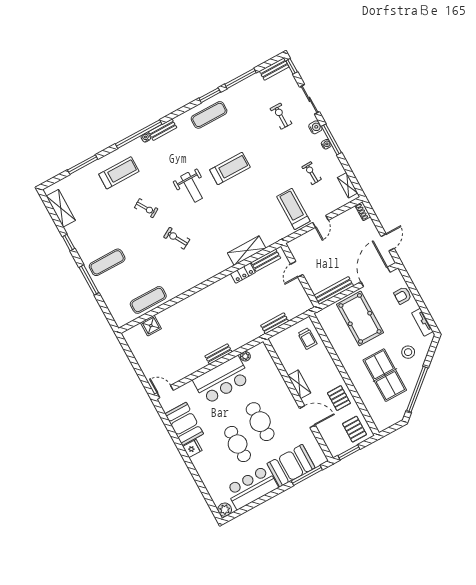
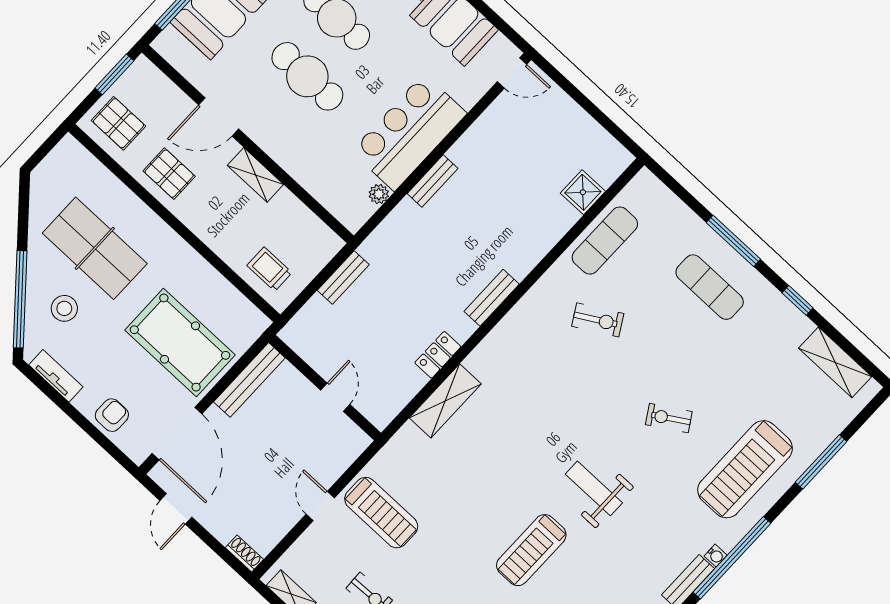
treadmill: (119, 173) -> (745, 469), width x1.37, depth x1.38
exercise bike: (177, 238) -> (598, 320), moved
bench: (266, 260) -> (492, 298), moved
exercise mat: (107, 262) -> (710, 287), turned 90
window: (417, 389) -> (20, 299), moved

